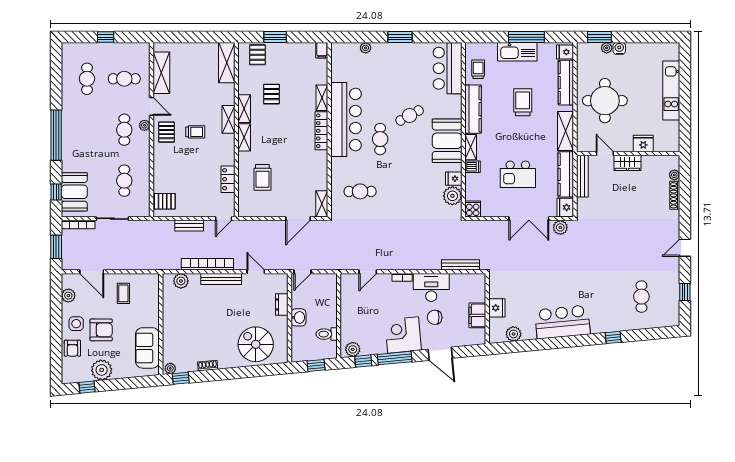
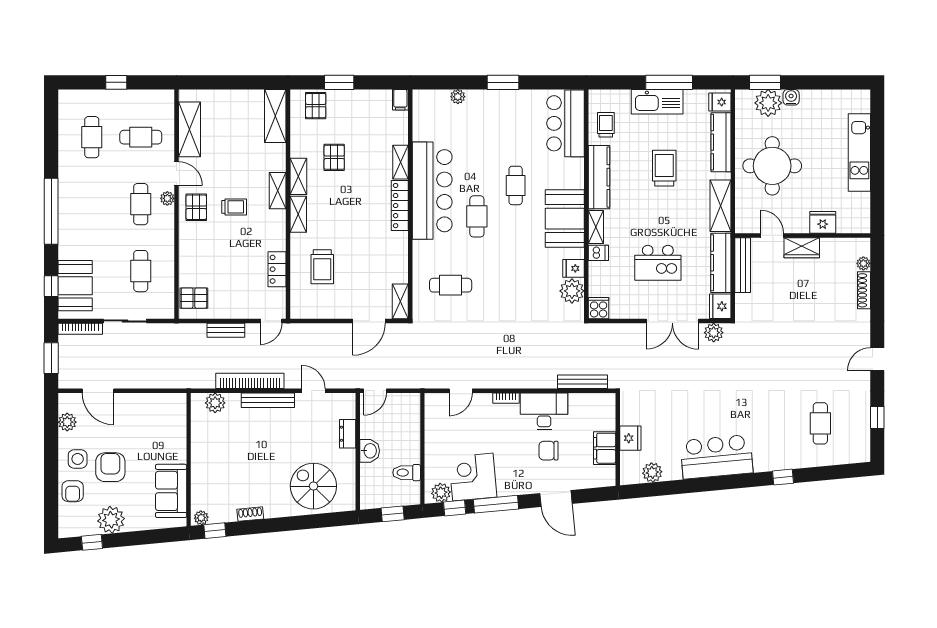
plant: (607, 48) -> (768, 103), width x1.88, depth x1.88
cafe table: (410, 115) -> (516, 185), turned -61
coffee table: (123, 293) -> (140, 419), removed
armchair: (101, 330) -> (110, 467), turned -90
corner desk: (403, 335) -> (473, 477), moved

